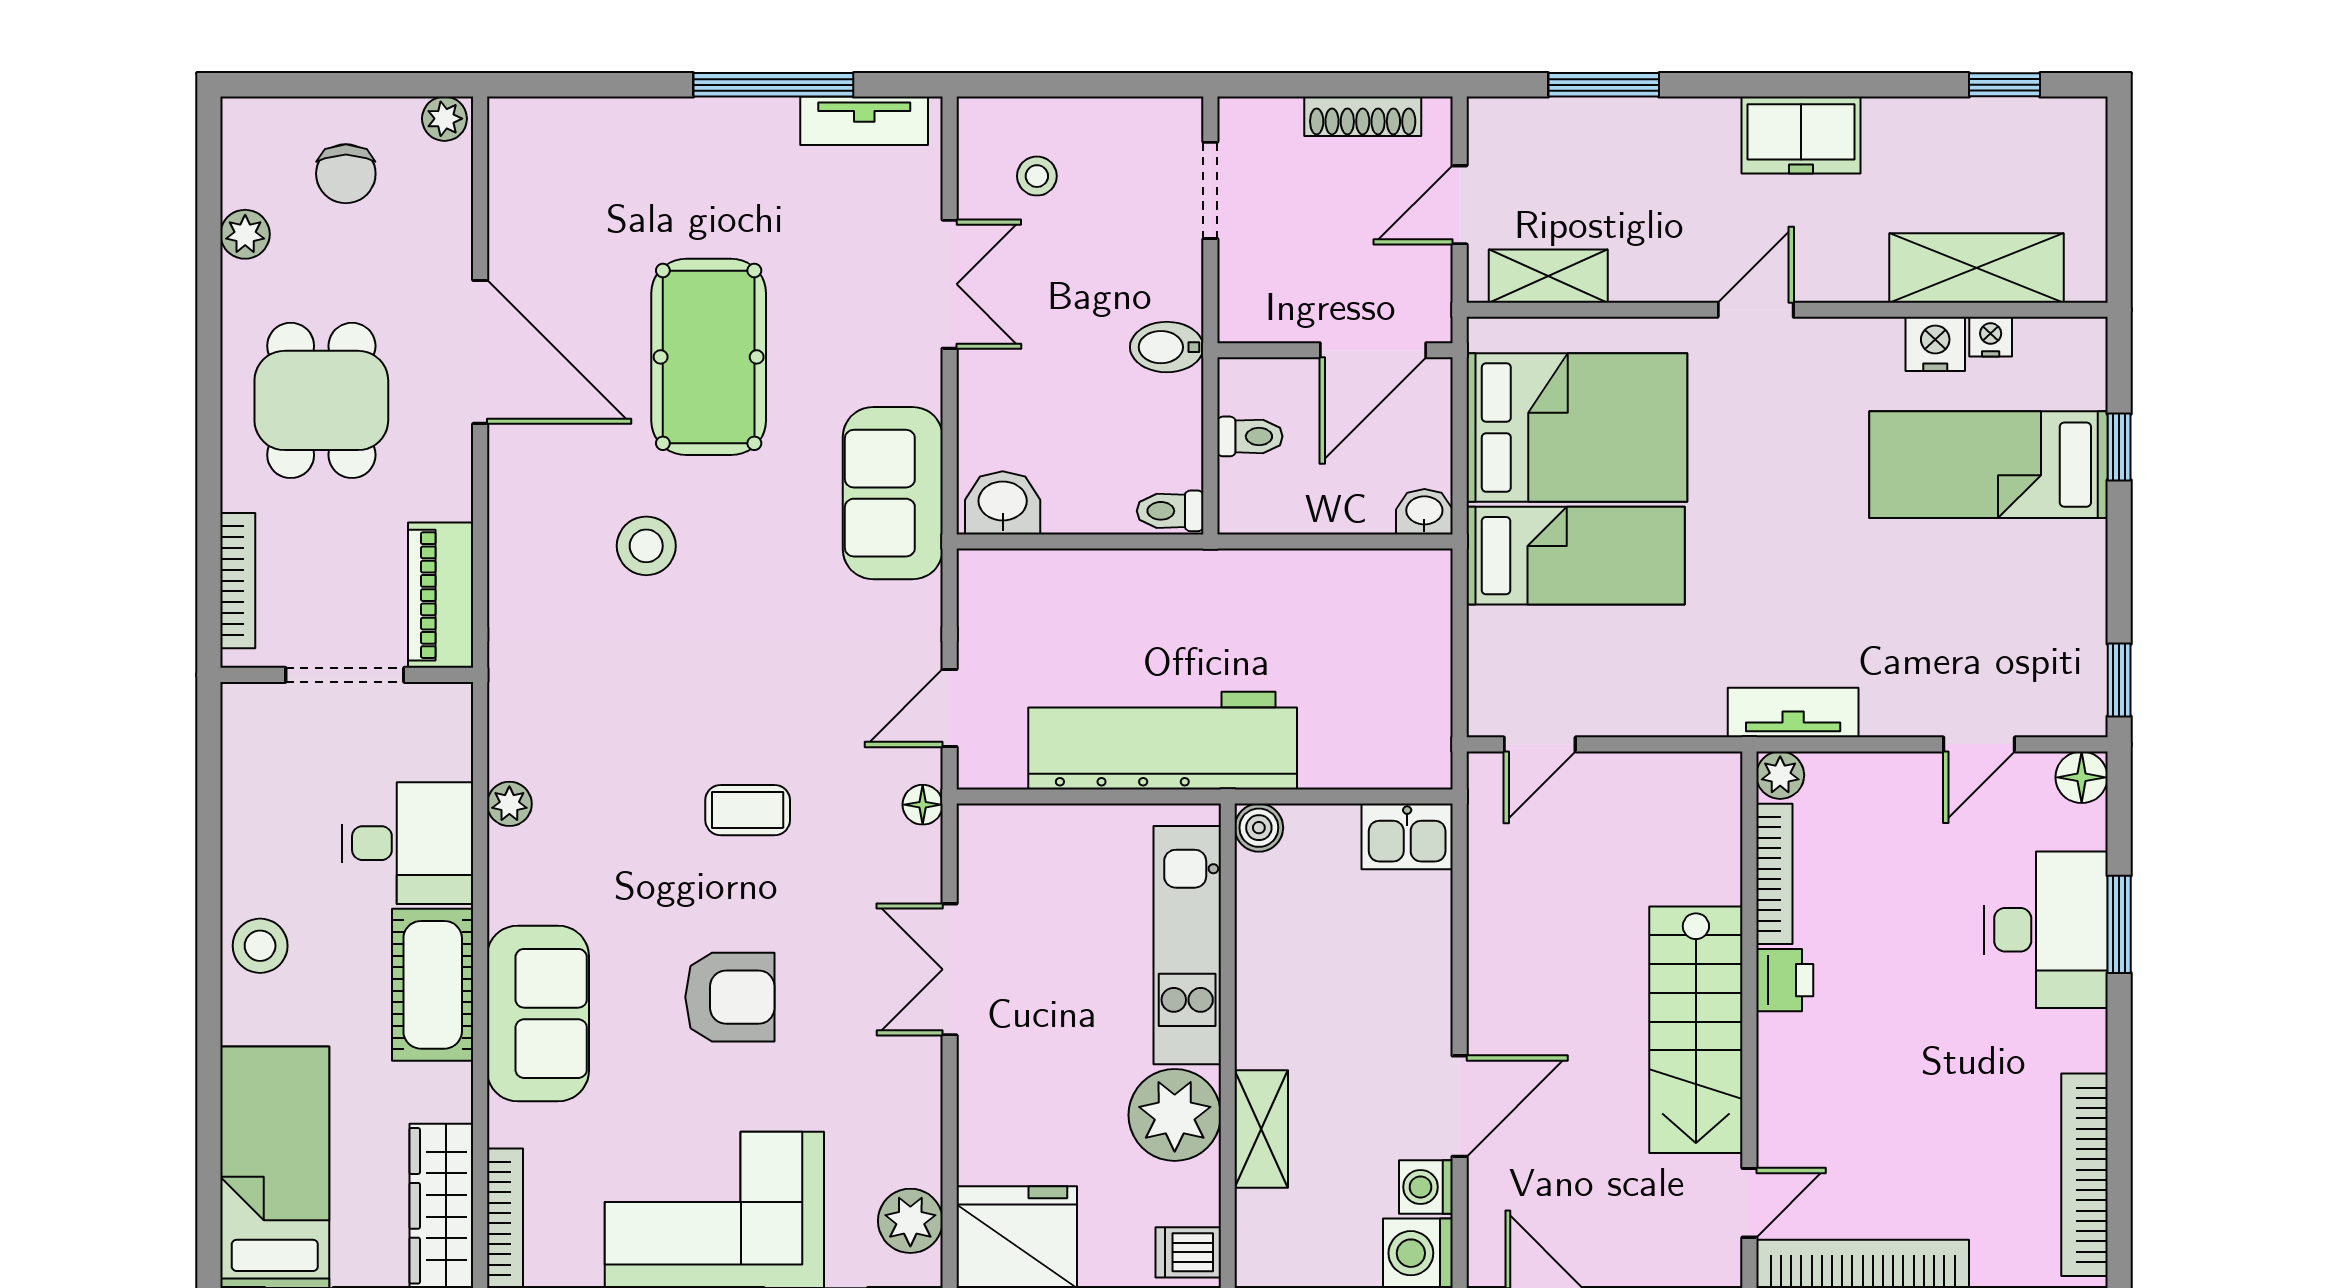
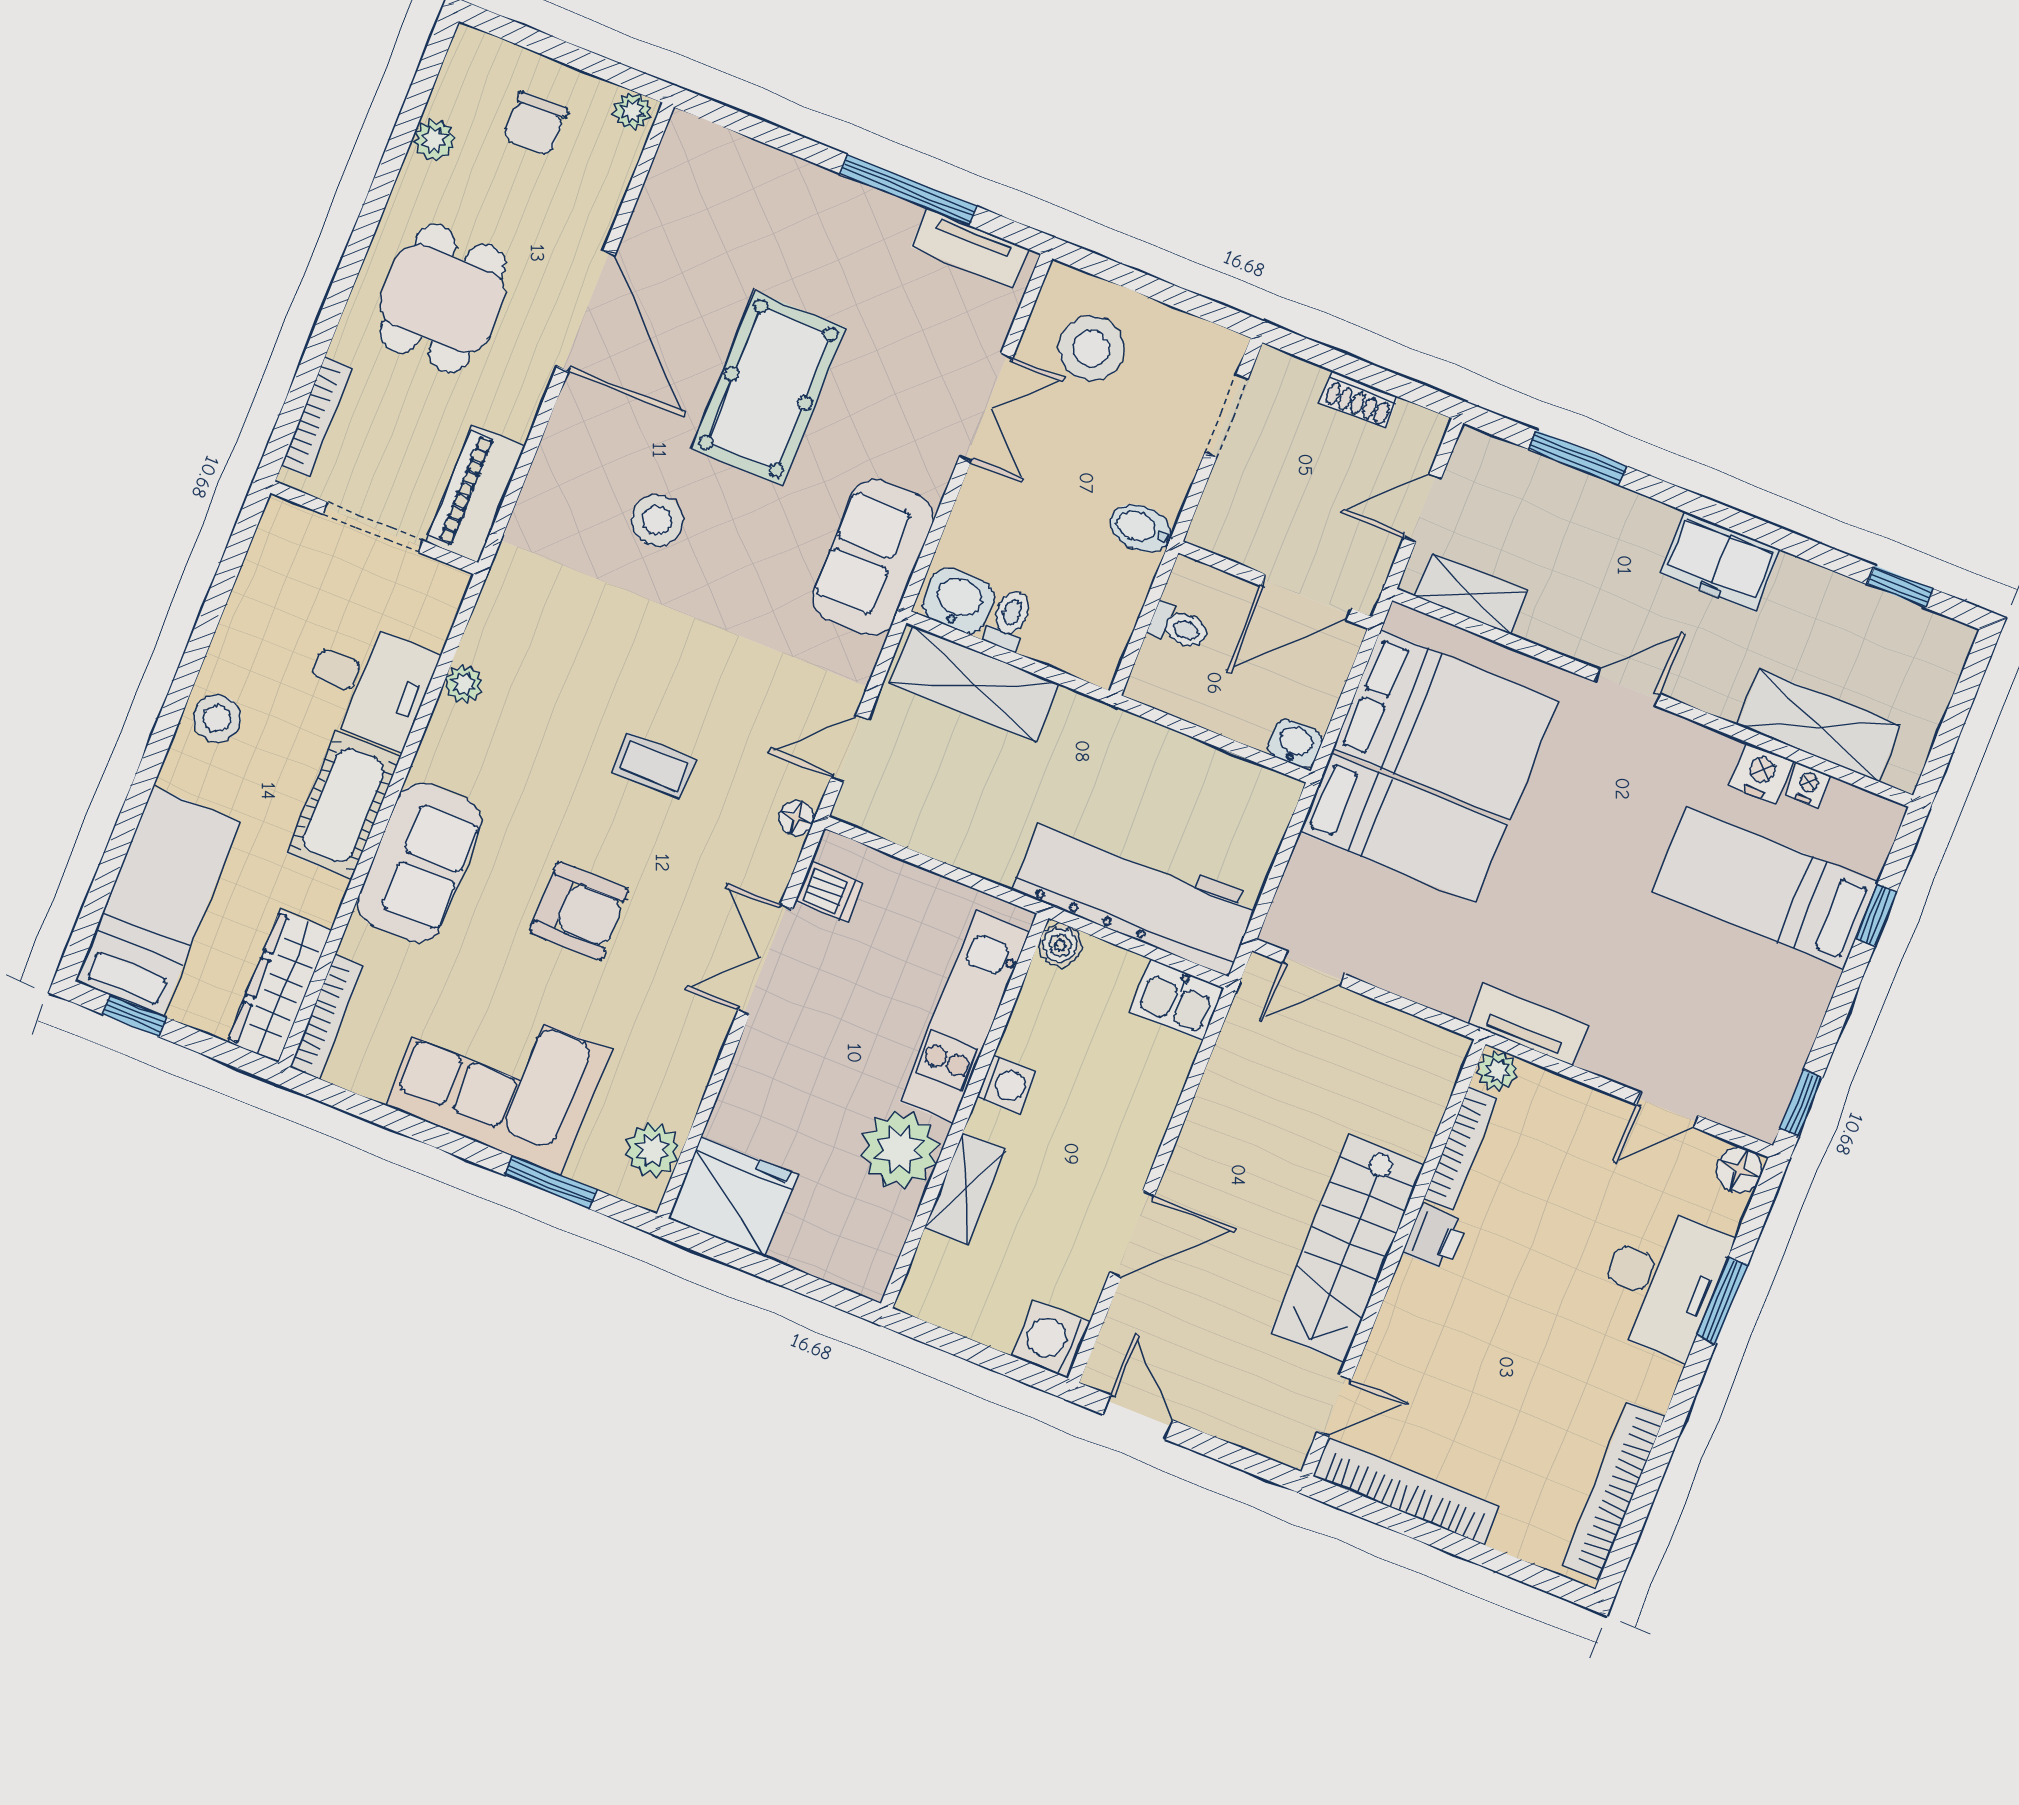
shoe rack: (1363, 116) -> (1359, 400), width x0.70
stool: (1037, 176) -> (1091, 348), width x1.89, depth x1.89
toilet: (1170, 511) -> (1009, 620), moved, turned 90
shelving: (1056, 585) -> (975, 684), added
workbench: (1163, 741) -> (1136, 894), moved
washing machine: (1426, 1187) -> (1007, 1085), moved, turned 180
dishwasher: (1188, 1252) -> (829, 892), moved, turned 180

